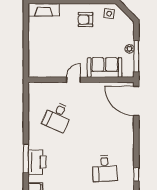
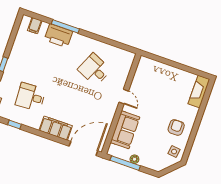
filing cabinet: (126, 134) -> (56, 128), added

